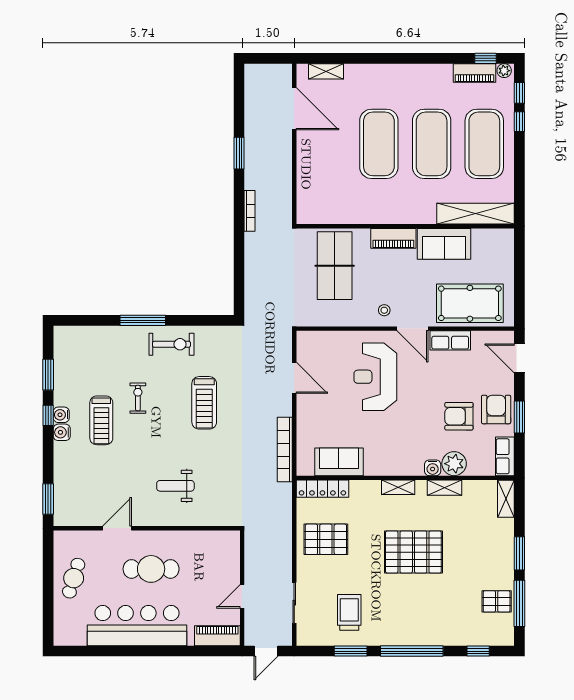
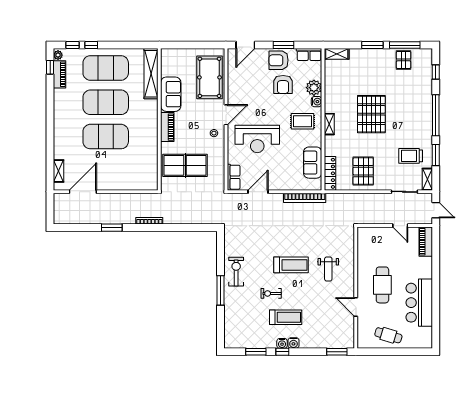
row of seats: (450, 340) -> (234, 177), moved
treadmill: (204, 403) -> (291, 265), moved
rug: (402, 446) -> (302, 121), added
shelving: (445, 488) -> (427, 179), moved
bar counter: (137, 626) -> (419, 303), width x0.73

